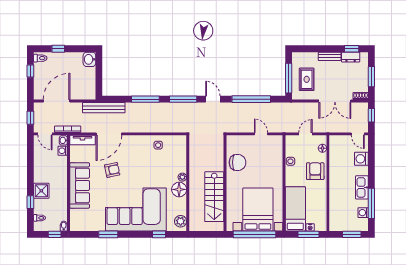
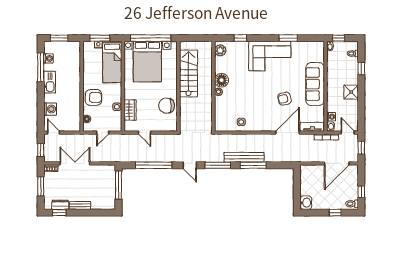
rug: (307, 79) -> (102, 184), removed
bench: (104, 108) -> (244, 157), moved
wardrobe: (276, 158) -> (130, 110), added
armchair: (315, 171) -> (93, 97), turned -90
shower: (41, 191) -> (351, 92), moved
corner sofa: (136, 209) -> (270, 56), width x0.73, depth x0.74

